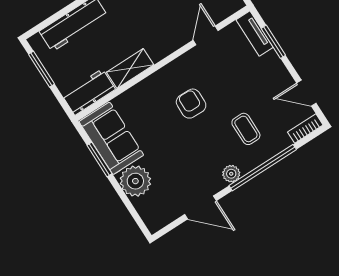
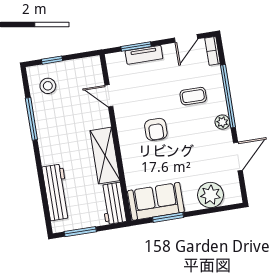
tv unit: (255, 34) -> (144, 55), moved
shelving: (130, 68) -> (105, 156), width x1.50, depth x1.33
armchair: (191, 104) -> (156, 129), turned -91
plant: (135, 181) -> (210, 195), moved

